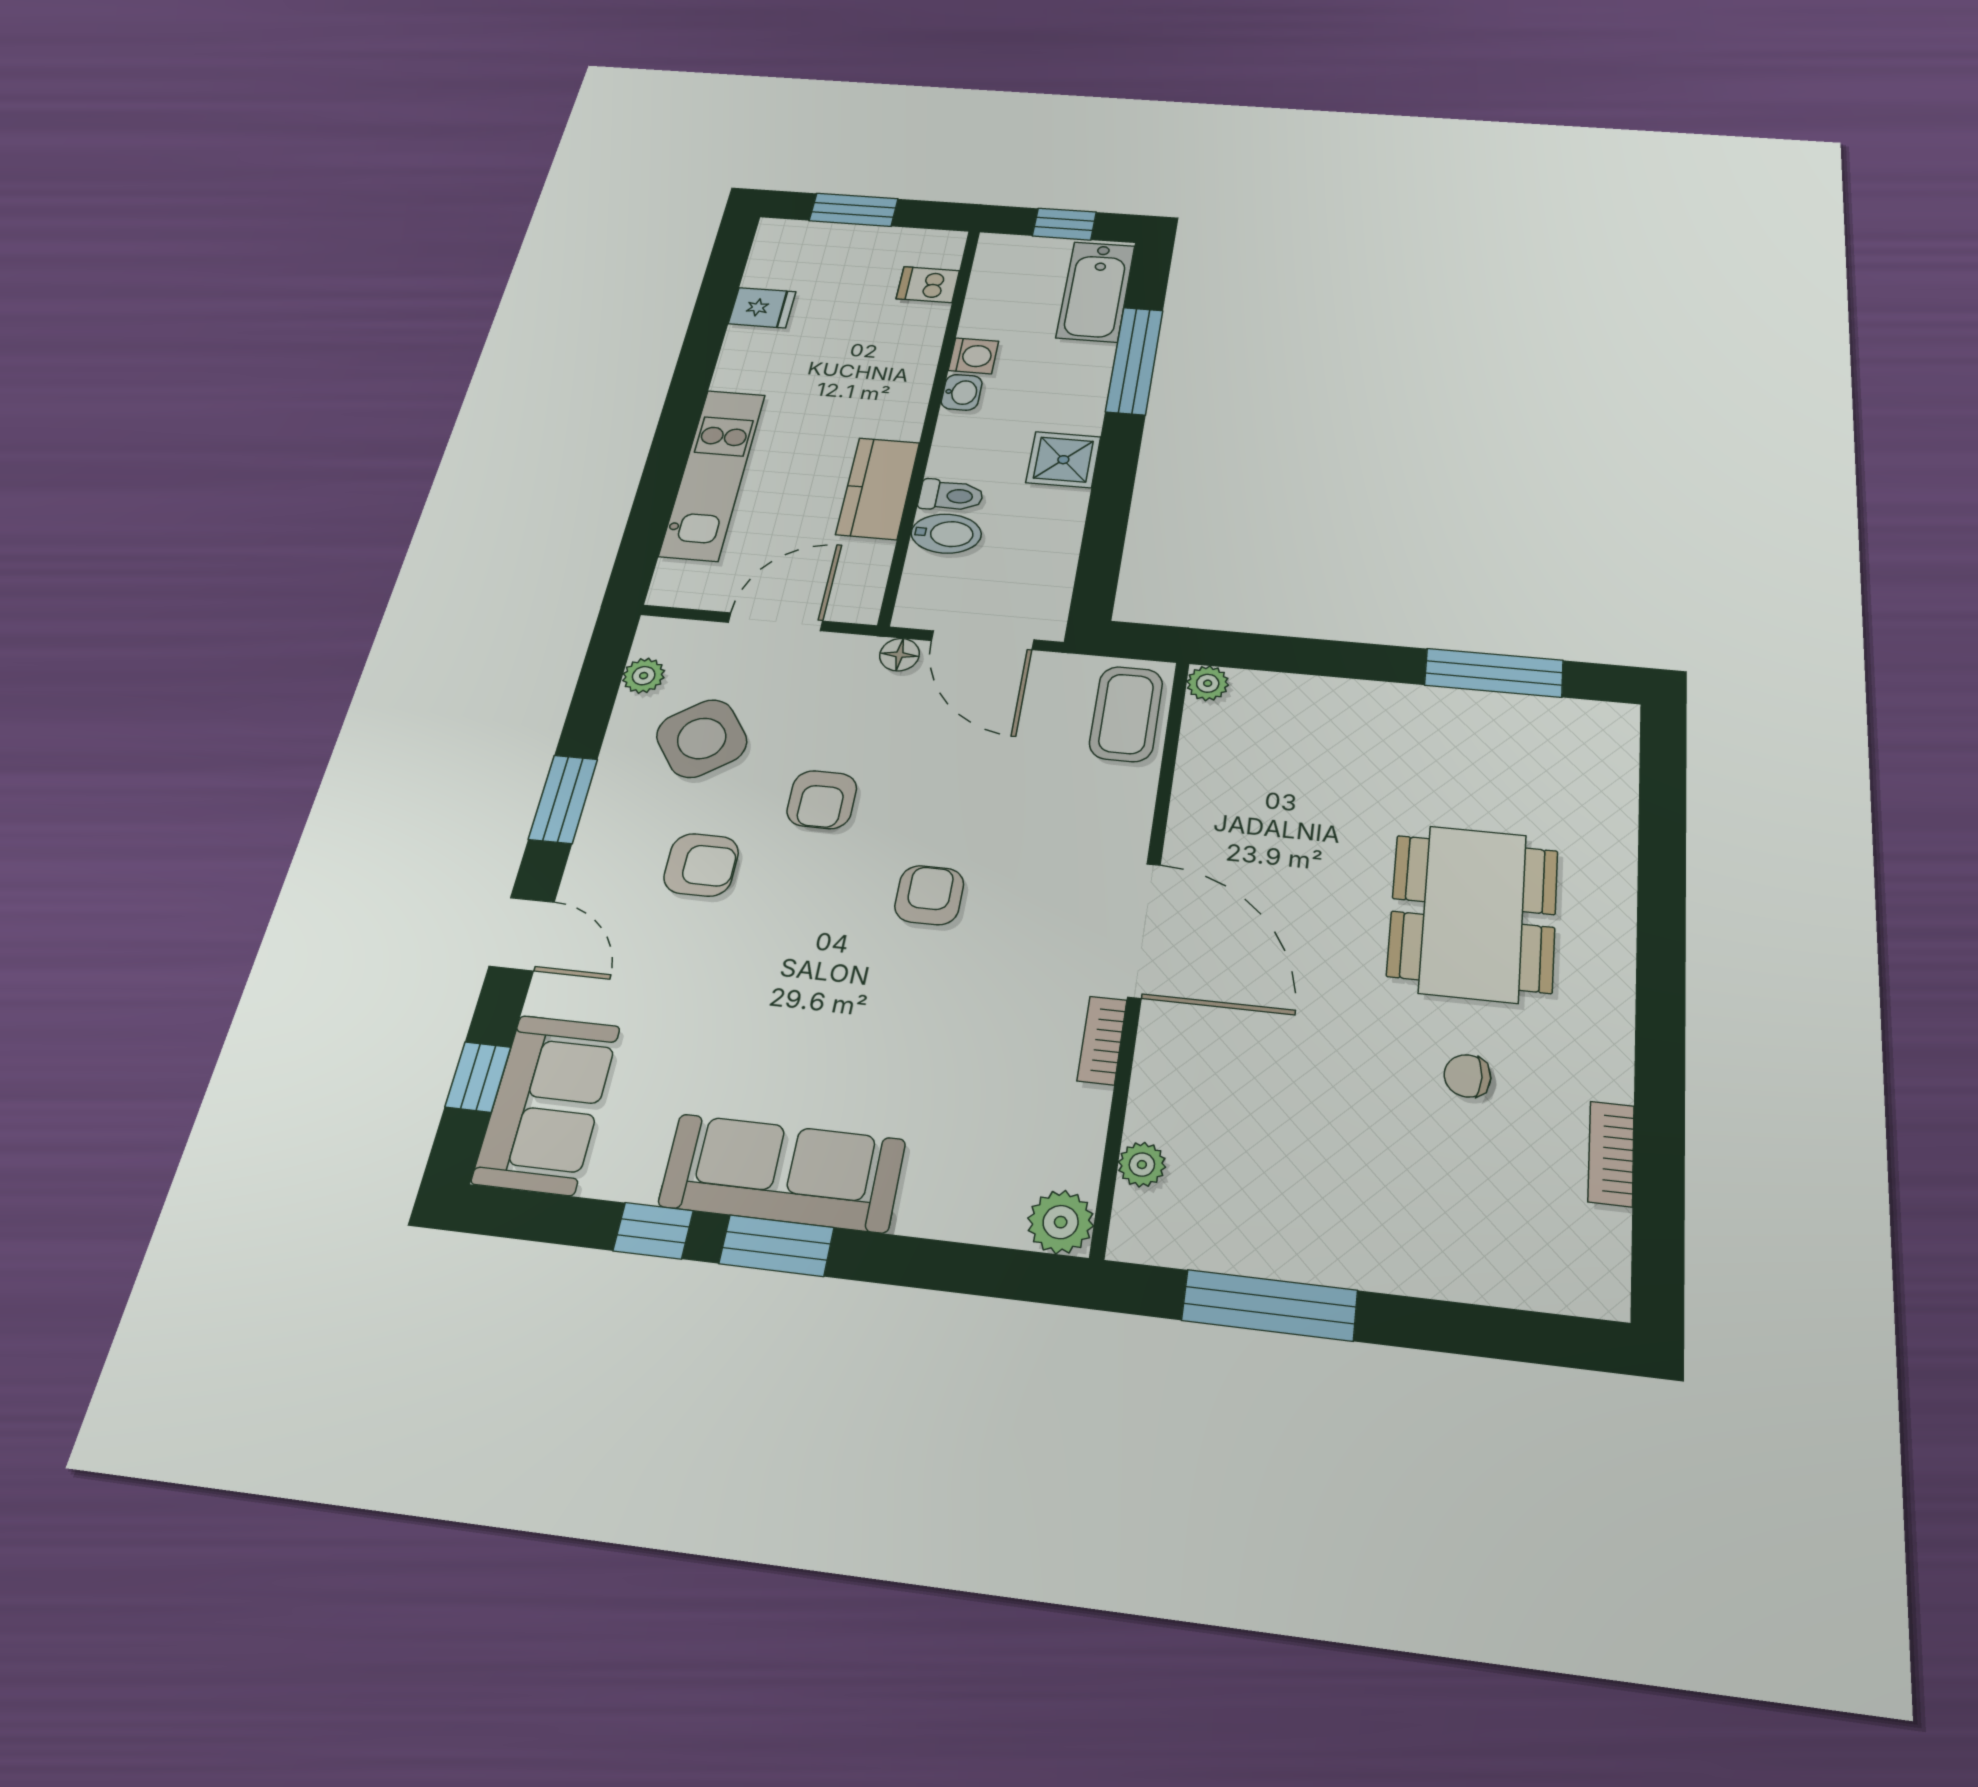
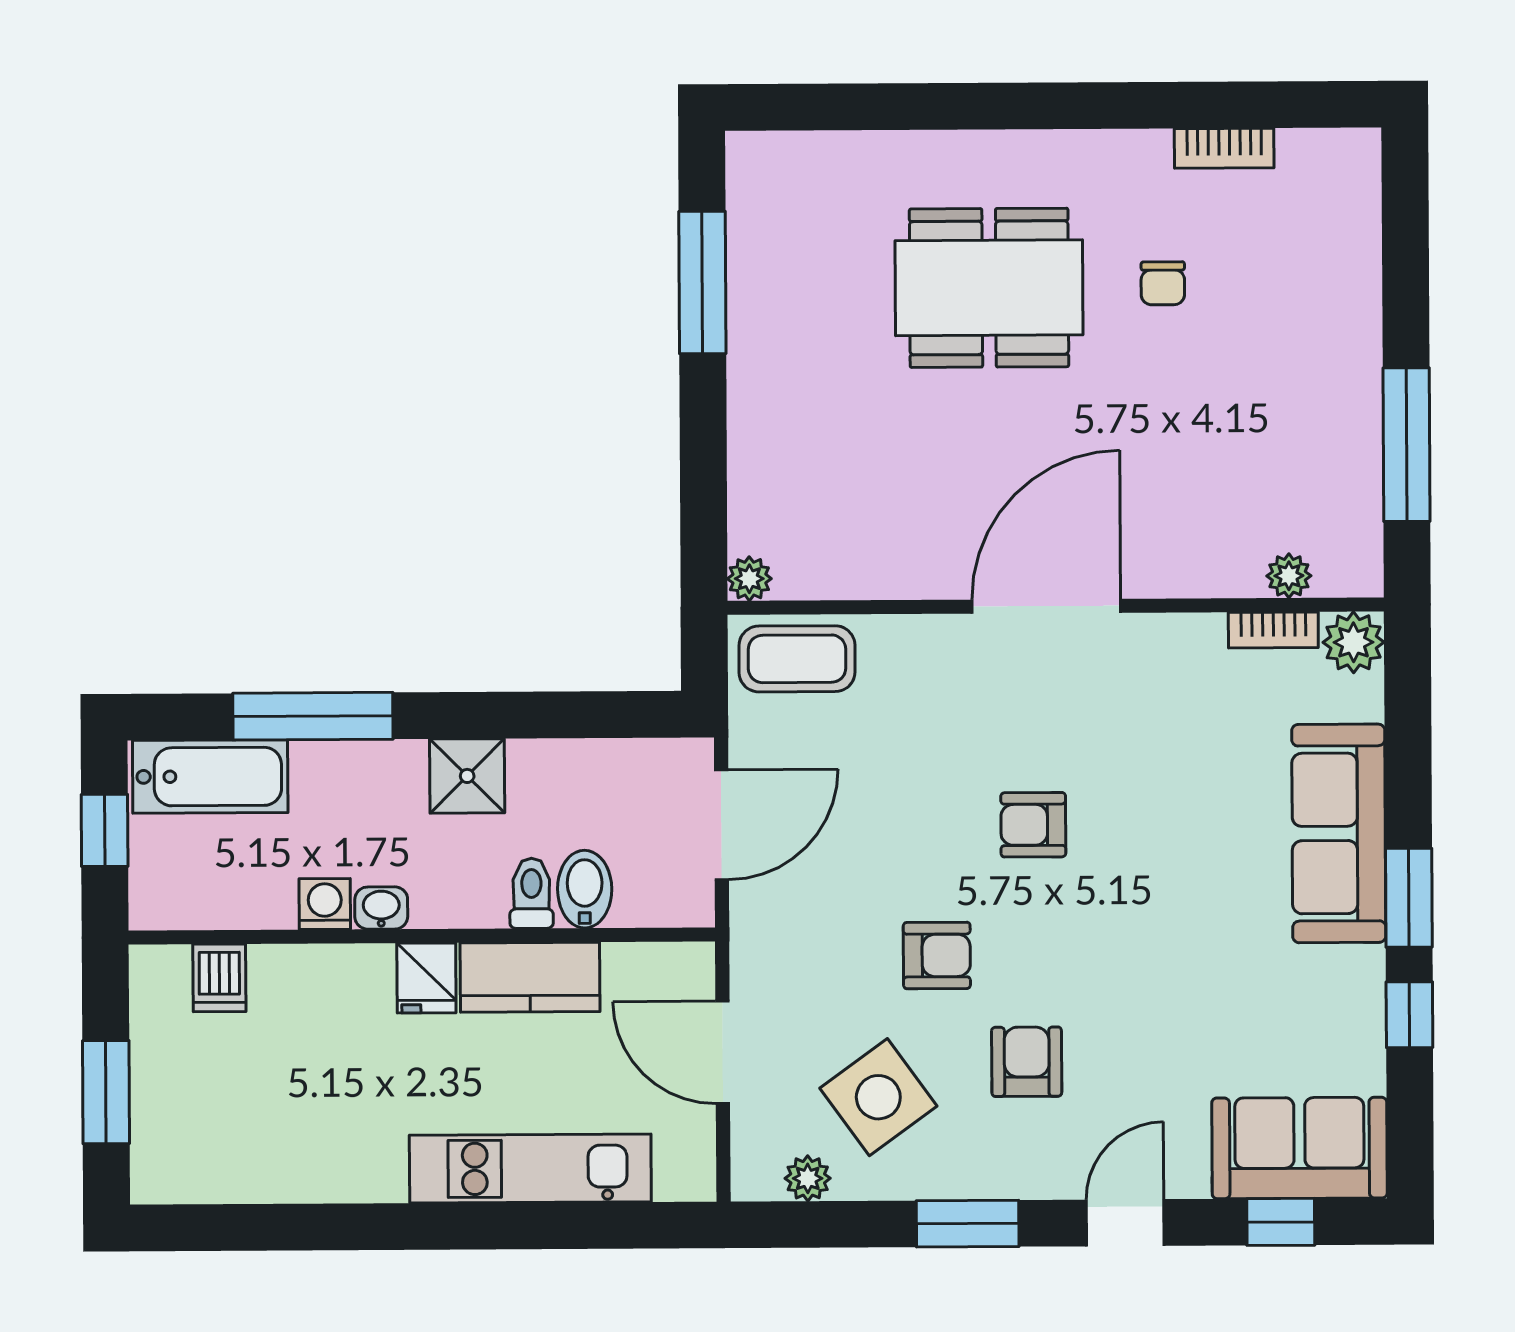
fridge: (762, 308) -> (426, 978), moved, turned 180
floor lamp: (900, 655) -> (750, 910), removed
bookcase: (1102, 1040) -> (1273, 630), moved
sofa: (782, 1173) -> (1339, 833), moved

